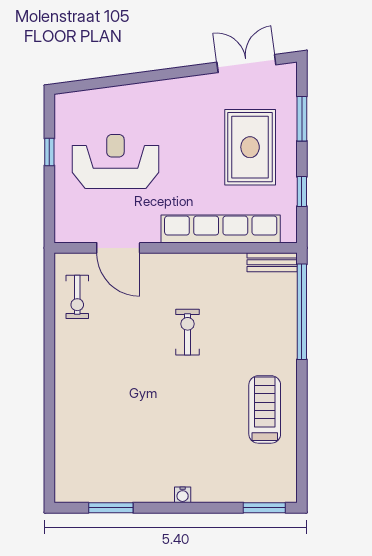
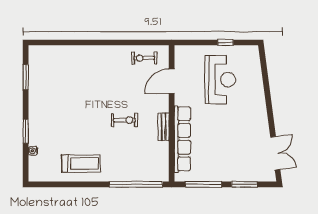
rug: (250, 147) -> (228, 155), removed
window: (302, 191) -> (203, 184), width x2.17
bench: (272, 262) -> (164, 127), moved
water cooler: (183, 495) -> (33, 151), moved
window: (264, 508) -> (26, 131), moved

